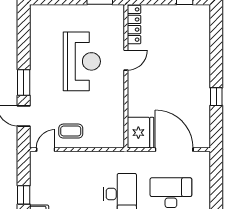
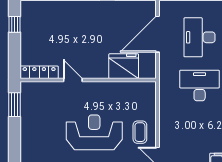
reception desk: (82, 61) -> (94, 132), moved
fridge: (141, 133) -> (124, 66), moved

